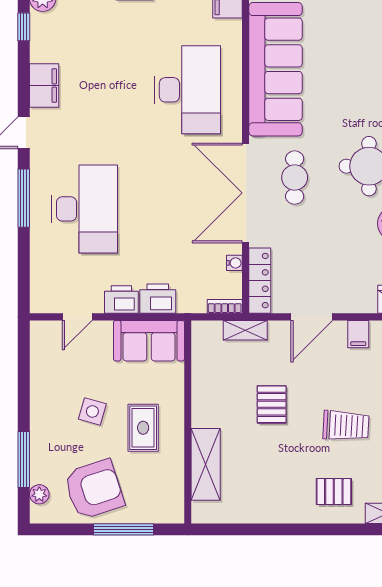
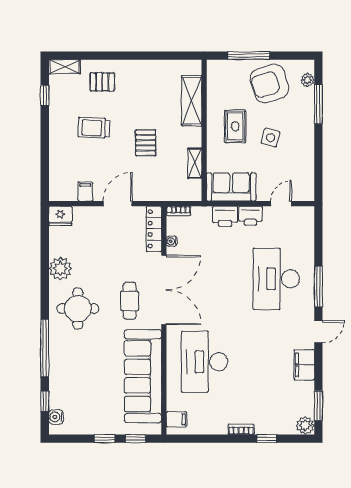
window: (24, 27) -> (318, 406), width x1.50
shelving: (245, 330) -> (195, 163), moved, turned 90

